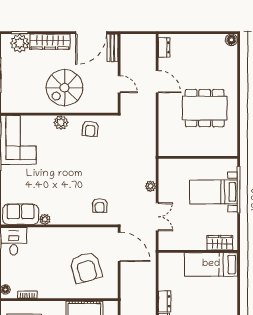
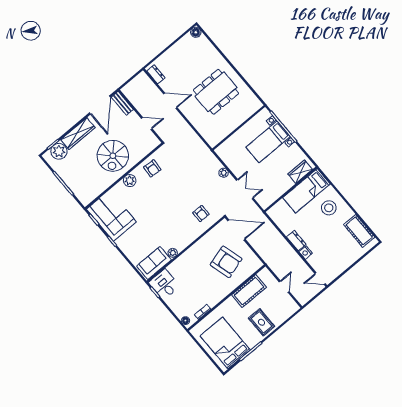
stool: (218, 297) -> (329, 208), added

